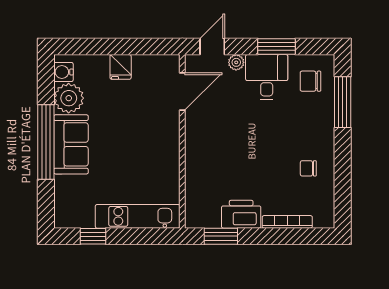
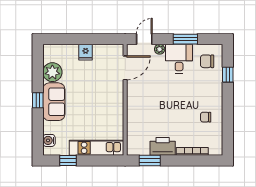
water cooler: (63, 72) -> (49, 140), moved
window: (343, 102) -> (228, 75), width x0.46
window: (46, 142) -> (38, 100), width x0.32

